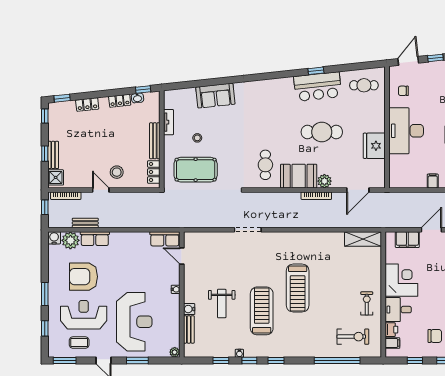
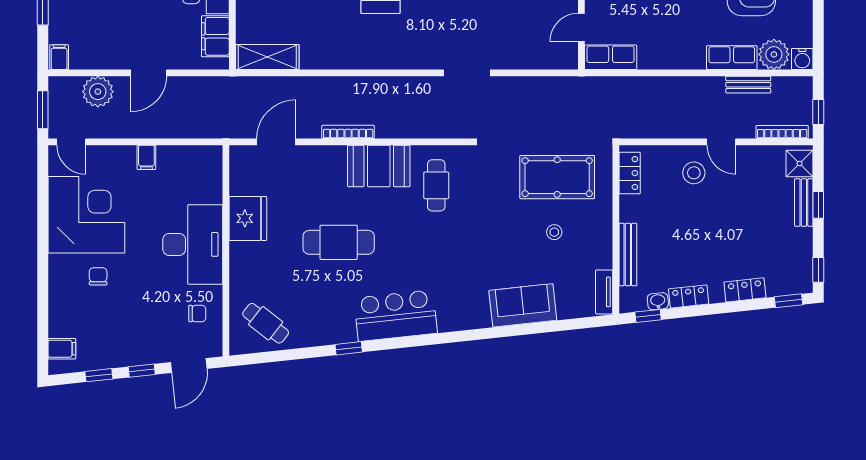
cafe table: (364, 85) -> (266, 323), turned 38
bar counter: (318, 87) -> (396, 316), moved
tv unit: (168, 122) -> (604, 292), moved
bench: (155, 141) -> (628, 255), moved
plant: (324, 181) -> (334, 157), removed
filing cabinet: (407, 240) -> (215, 36), moved, turned -90
door: (182, 256) -> (581, 27), swing flipped

